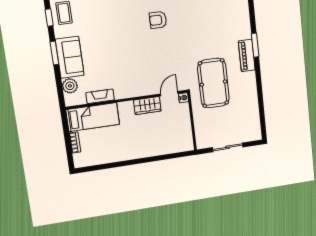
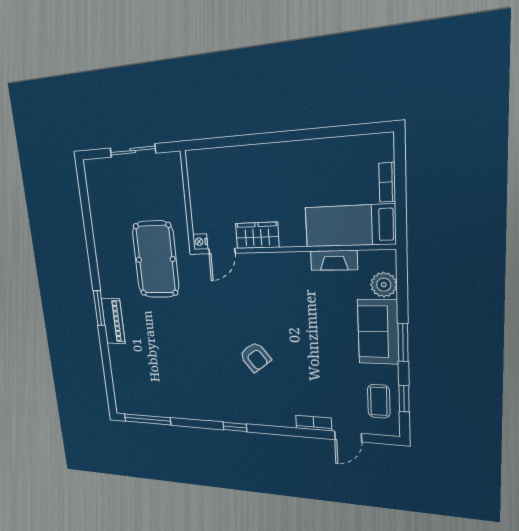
armchair: (158, 20) -> (255, 357), moved, turned 52
piano: (247, 55) -> (113, 321), moved

